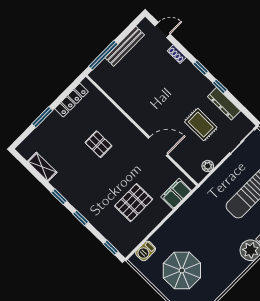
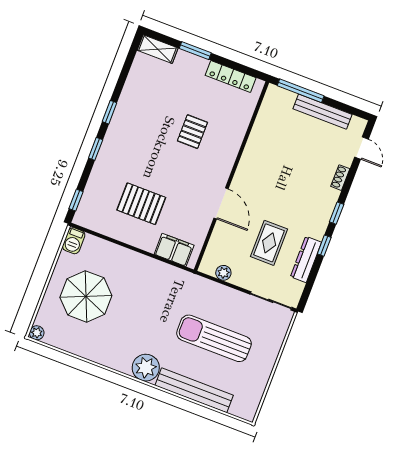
shelving: (42, 167) -> (158, 49), moved, turned 90
barbecue: (146, 251) -> (74, 241), moved, turned -90

